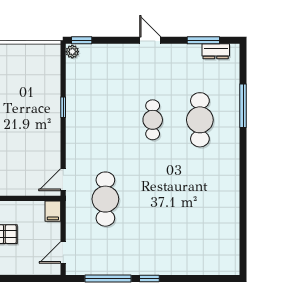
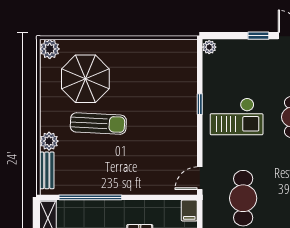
window: (82, 40) -> (258, 36), moved
checkout: (99, 119) -> (237, 116), added

